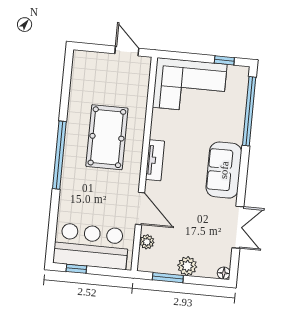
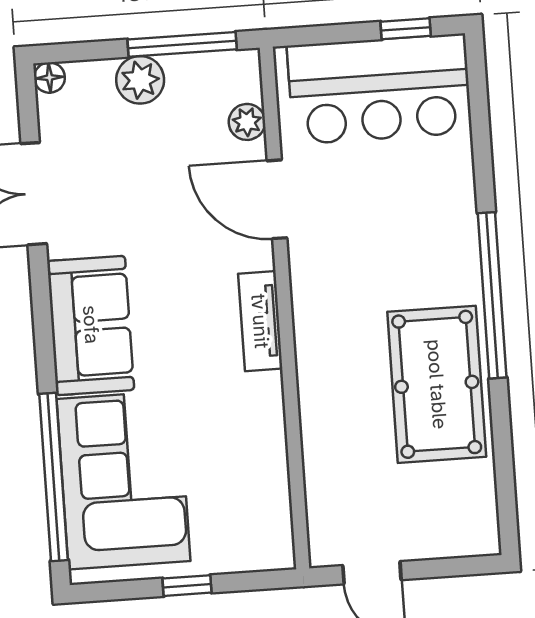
window: (224, 60) -> (187, 586), moved
corner sofa: (190, 86) -> (124, 480), moved, turned 90
pool table: (107, 137) -> (437, 384), moved
window: (168, 278) -> (182, 44), width x1.44

